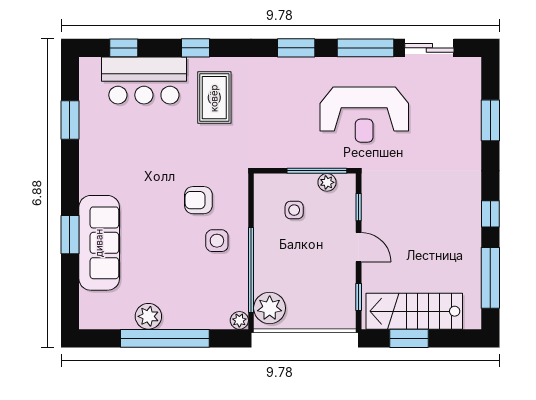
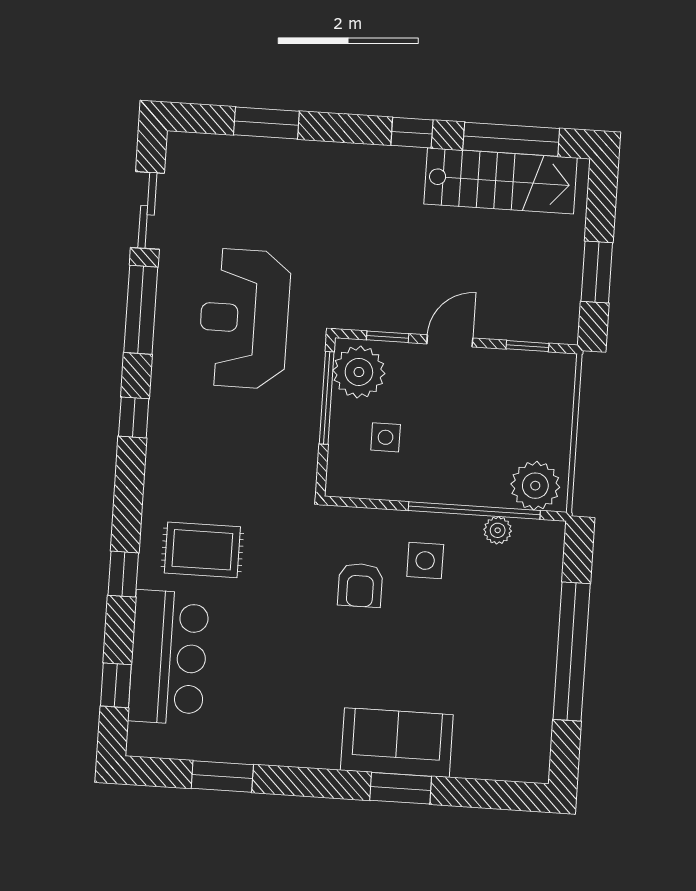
window: (296, 48) -> (134, 417), width x0.67
reception desk: (364, 115) -> (244, 319), turned 180
plant: (327, 182) -> (359, 372), width x1.88, depth x1.88
sofa: (99, 243) -> (397, 743), width x0.73
stairs: (414, 311) -> (500, 181), moved, turned -90
plant: (148, 316) -> (536, 675), removed
plant: (239, 320) -> (498, 530), moved

